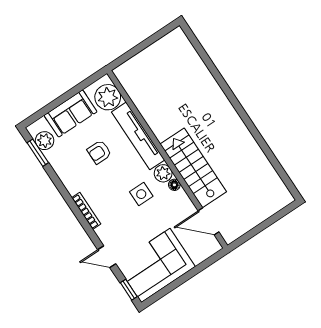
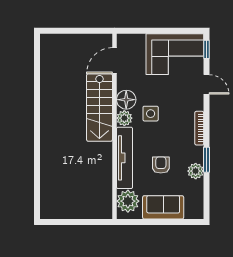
plant: (45, 141) -> (196, 171), moved
armchair: (99, 152) -> (161, 165), turned -90
window: (38, 153) -> (206, 160), moved
floor lamp: (174, 185) -> (126, 100), width x1.89, depth x1.89
door: (209, 221) -> (114, 61), swing flipped

